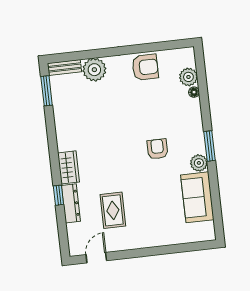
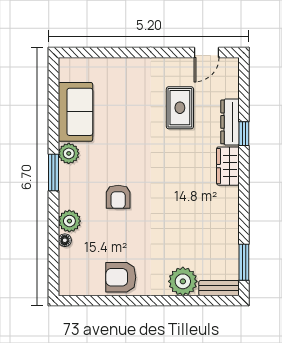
plant: (188, 77) -> (69, 221), moved
armchair: (157, 149) -> (118, 197), moved

